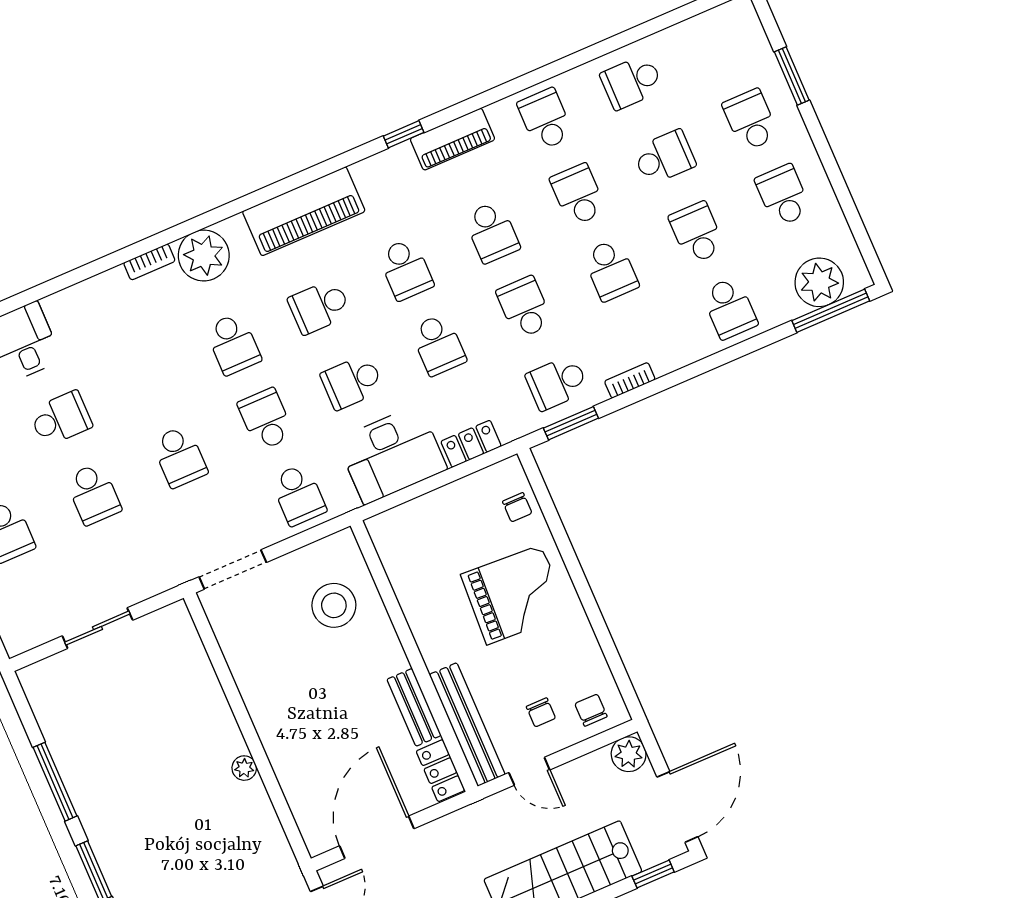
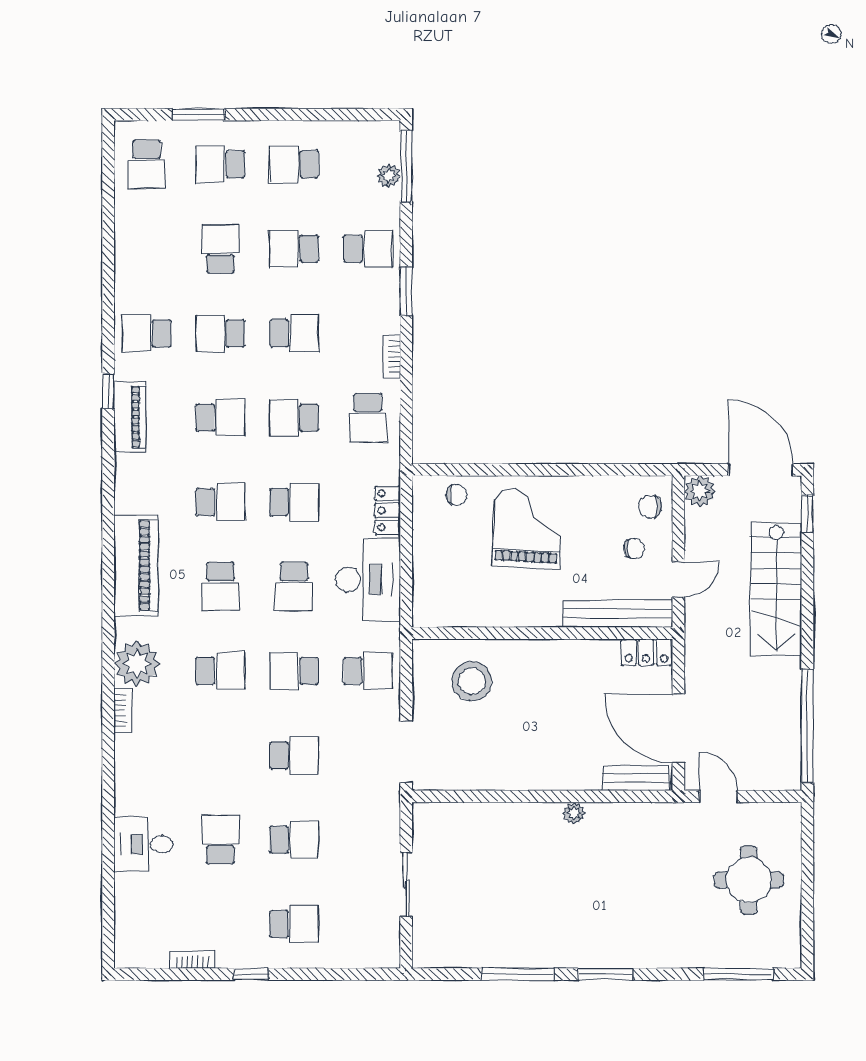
school desk: (632, 82) -> (146, 164), moved
window: (404, 134) -> (108, 391), moved
plant: (819, 282) -> (389, 176), width x0.53, depth x0.53
window: (571, 423) -> (406, 291), moved
bench: (414, 707) -> (636, 778), moved

